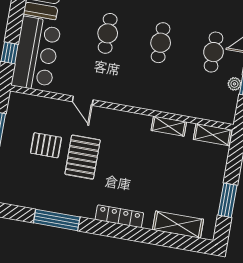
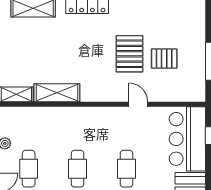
shelving: (169, 126) -> (57, 93), width x1.50, depth x1.33

